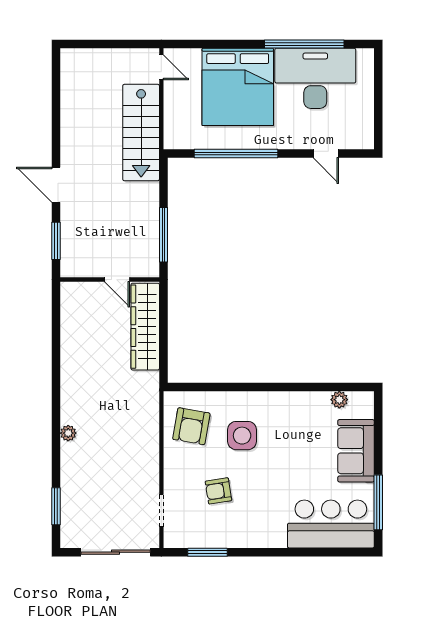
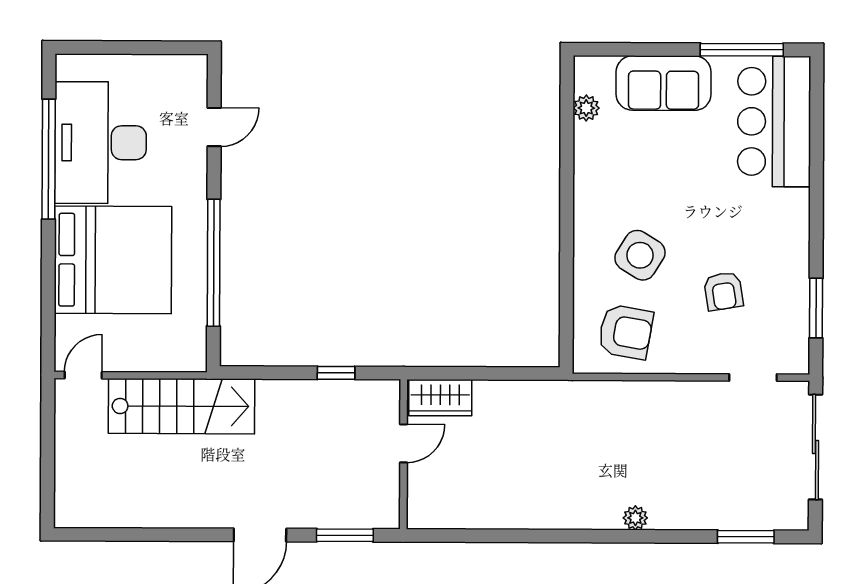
window: (163, 235) -> (336, 373), width x0.46
wardrobe: (145, 327) -> (440, 398), width x0.48, depth x0.85
side table: (242, 436) -> (640, 255), turned 32

